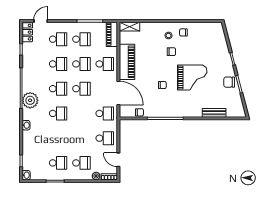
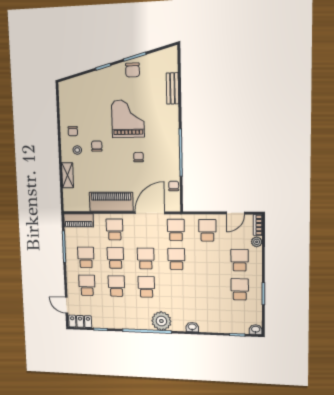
shelving: (130, 27) -> (68, 175), moved
school desk: (58, 113) -> (176, 259), moved

